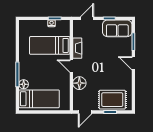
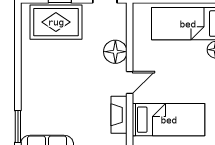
door: (133, 63) -> (18, 88), removed
door: (71, 66) -> (130, 82), hinge flipped

